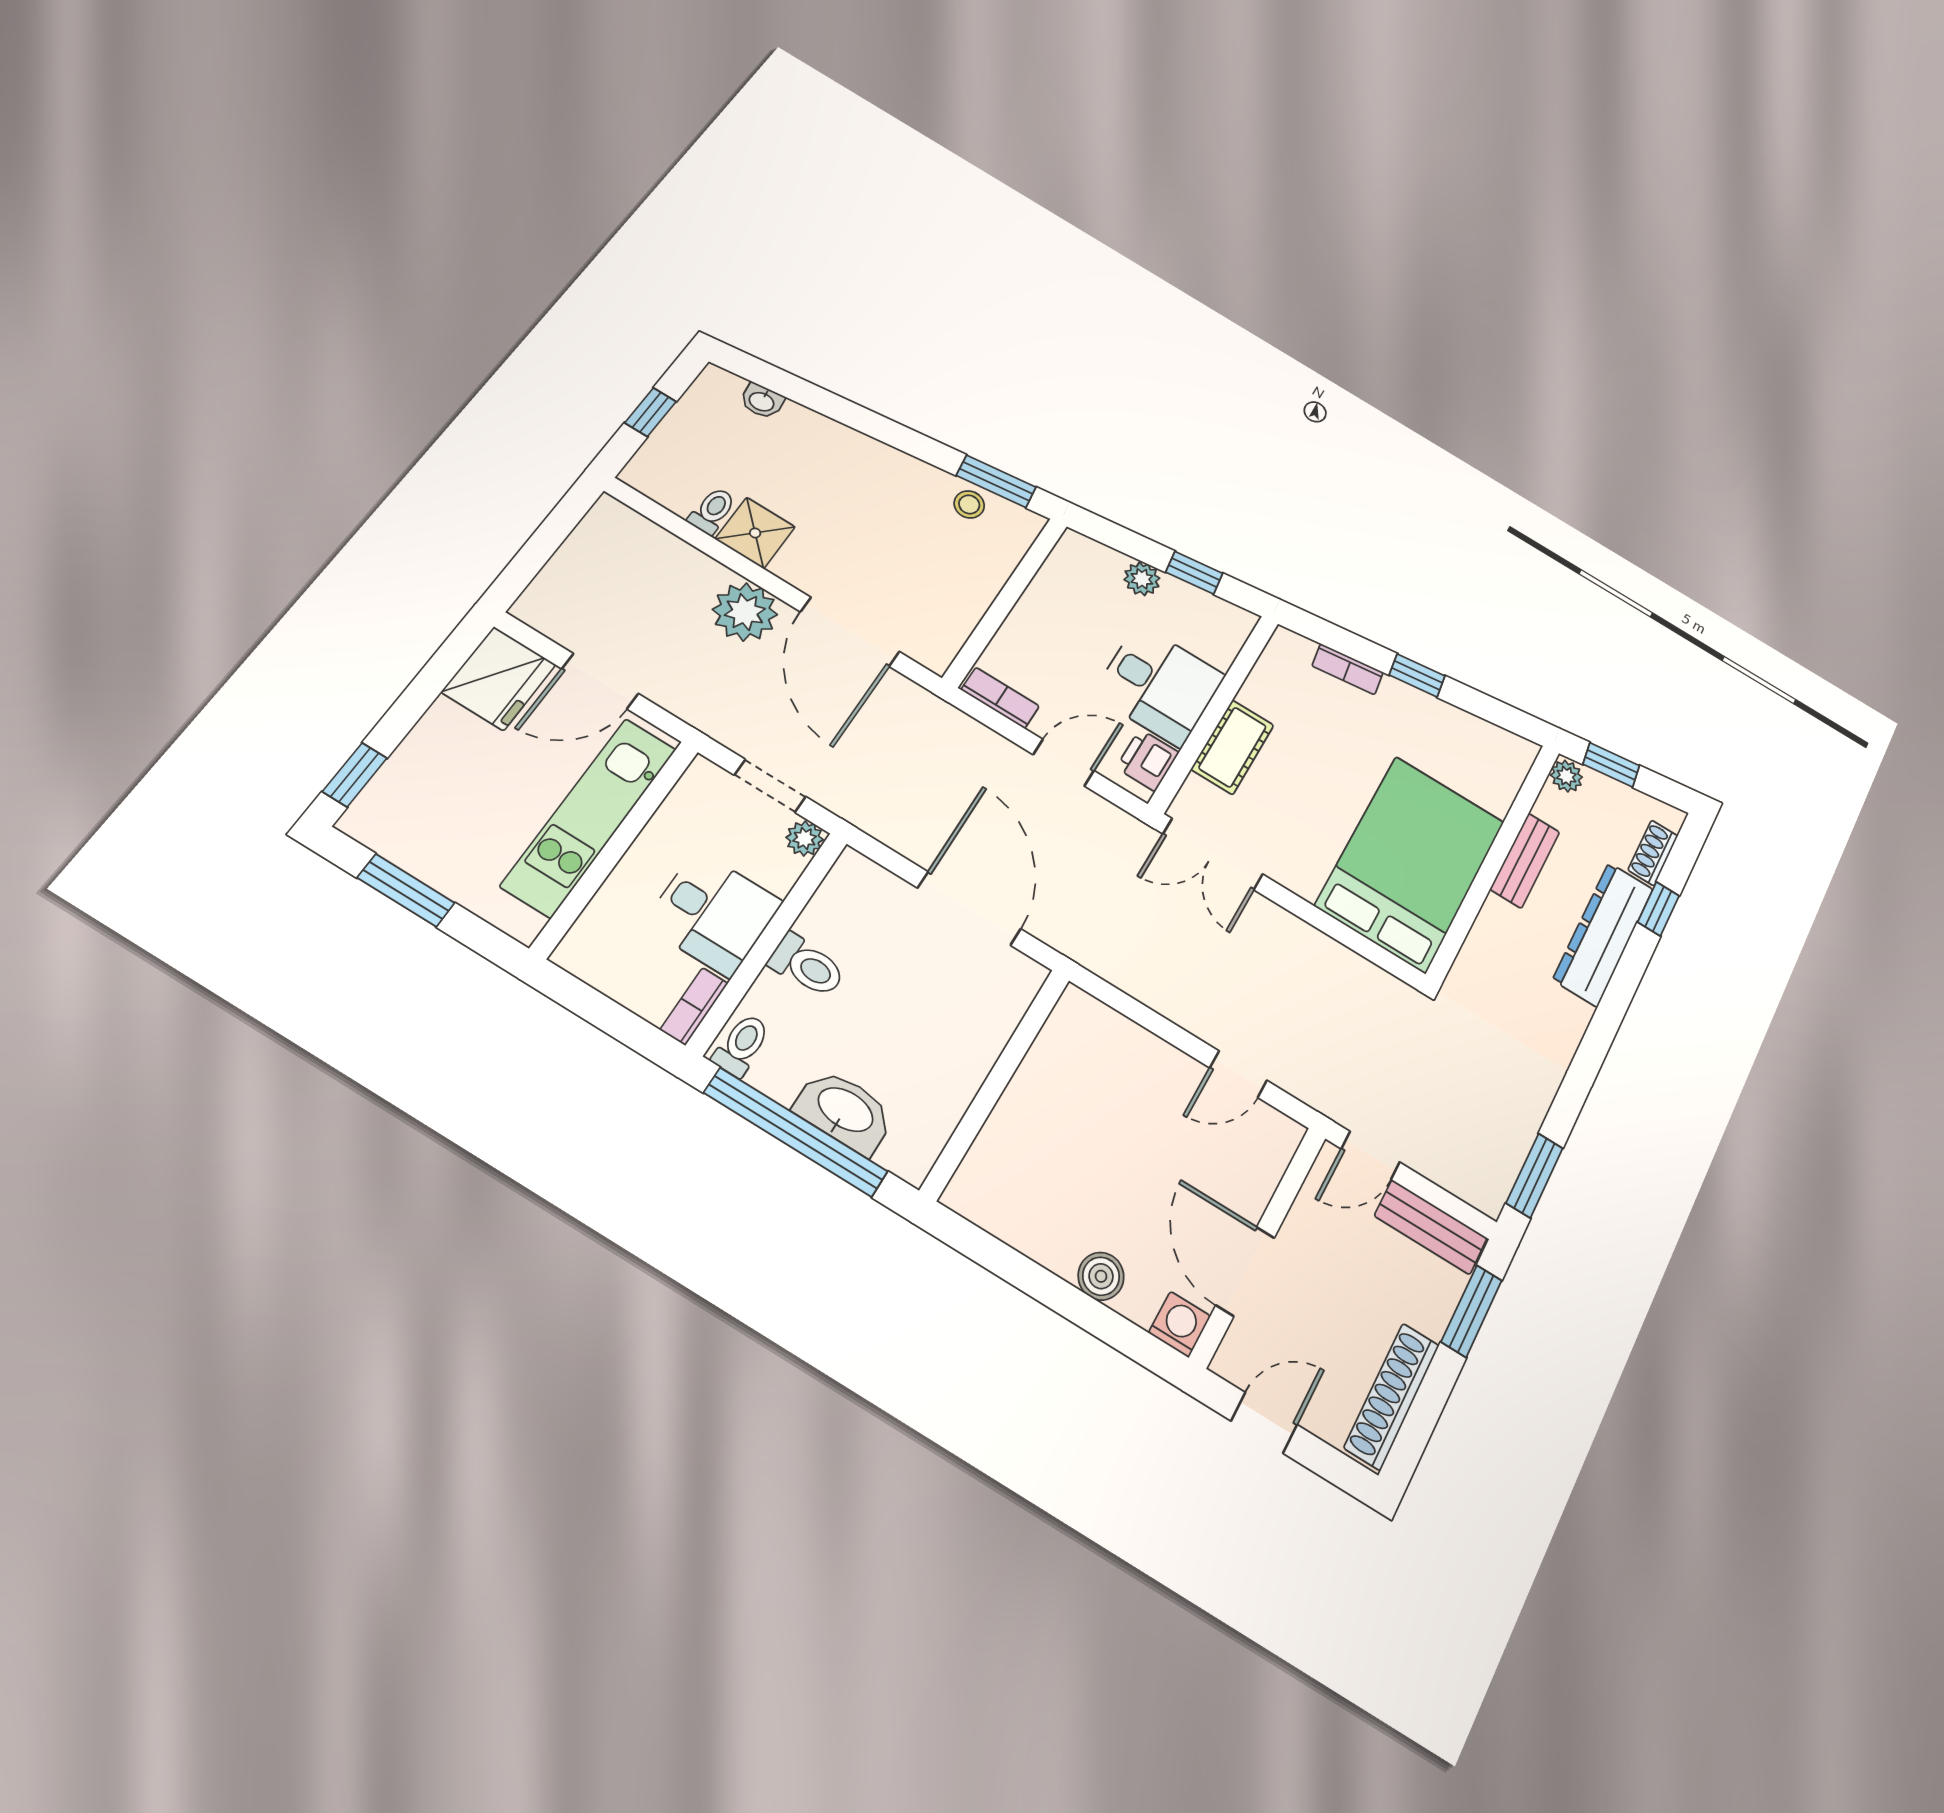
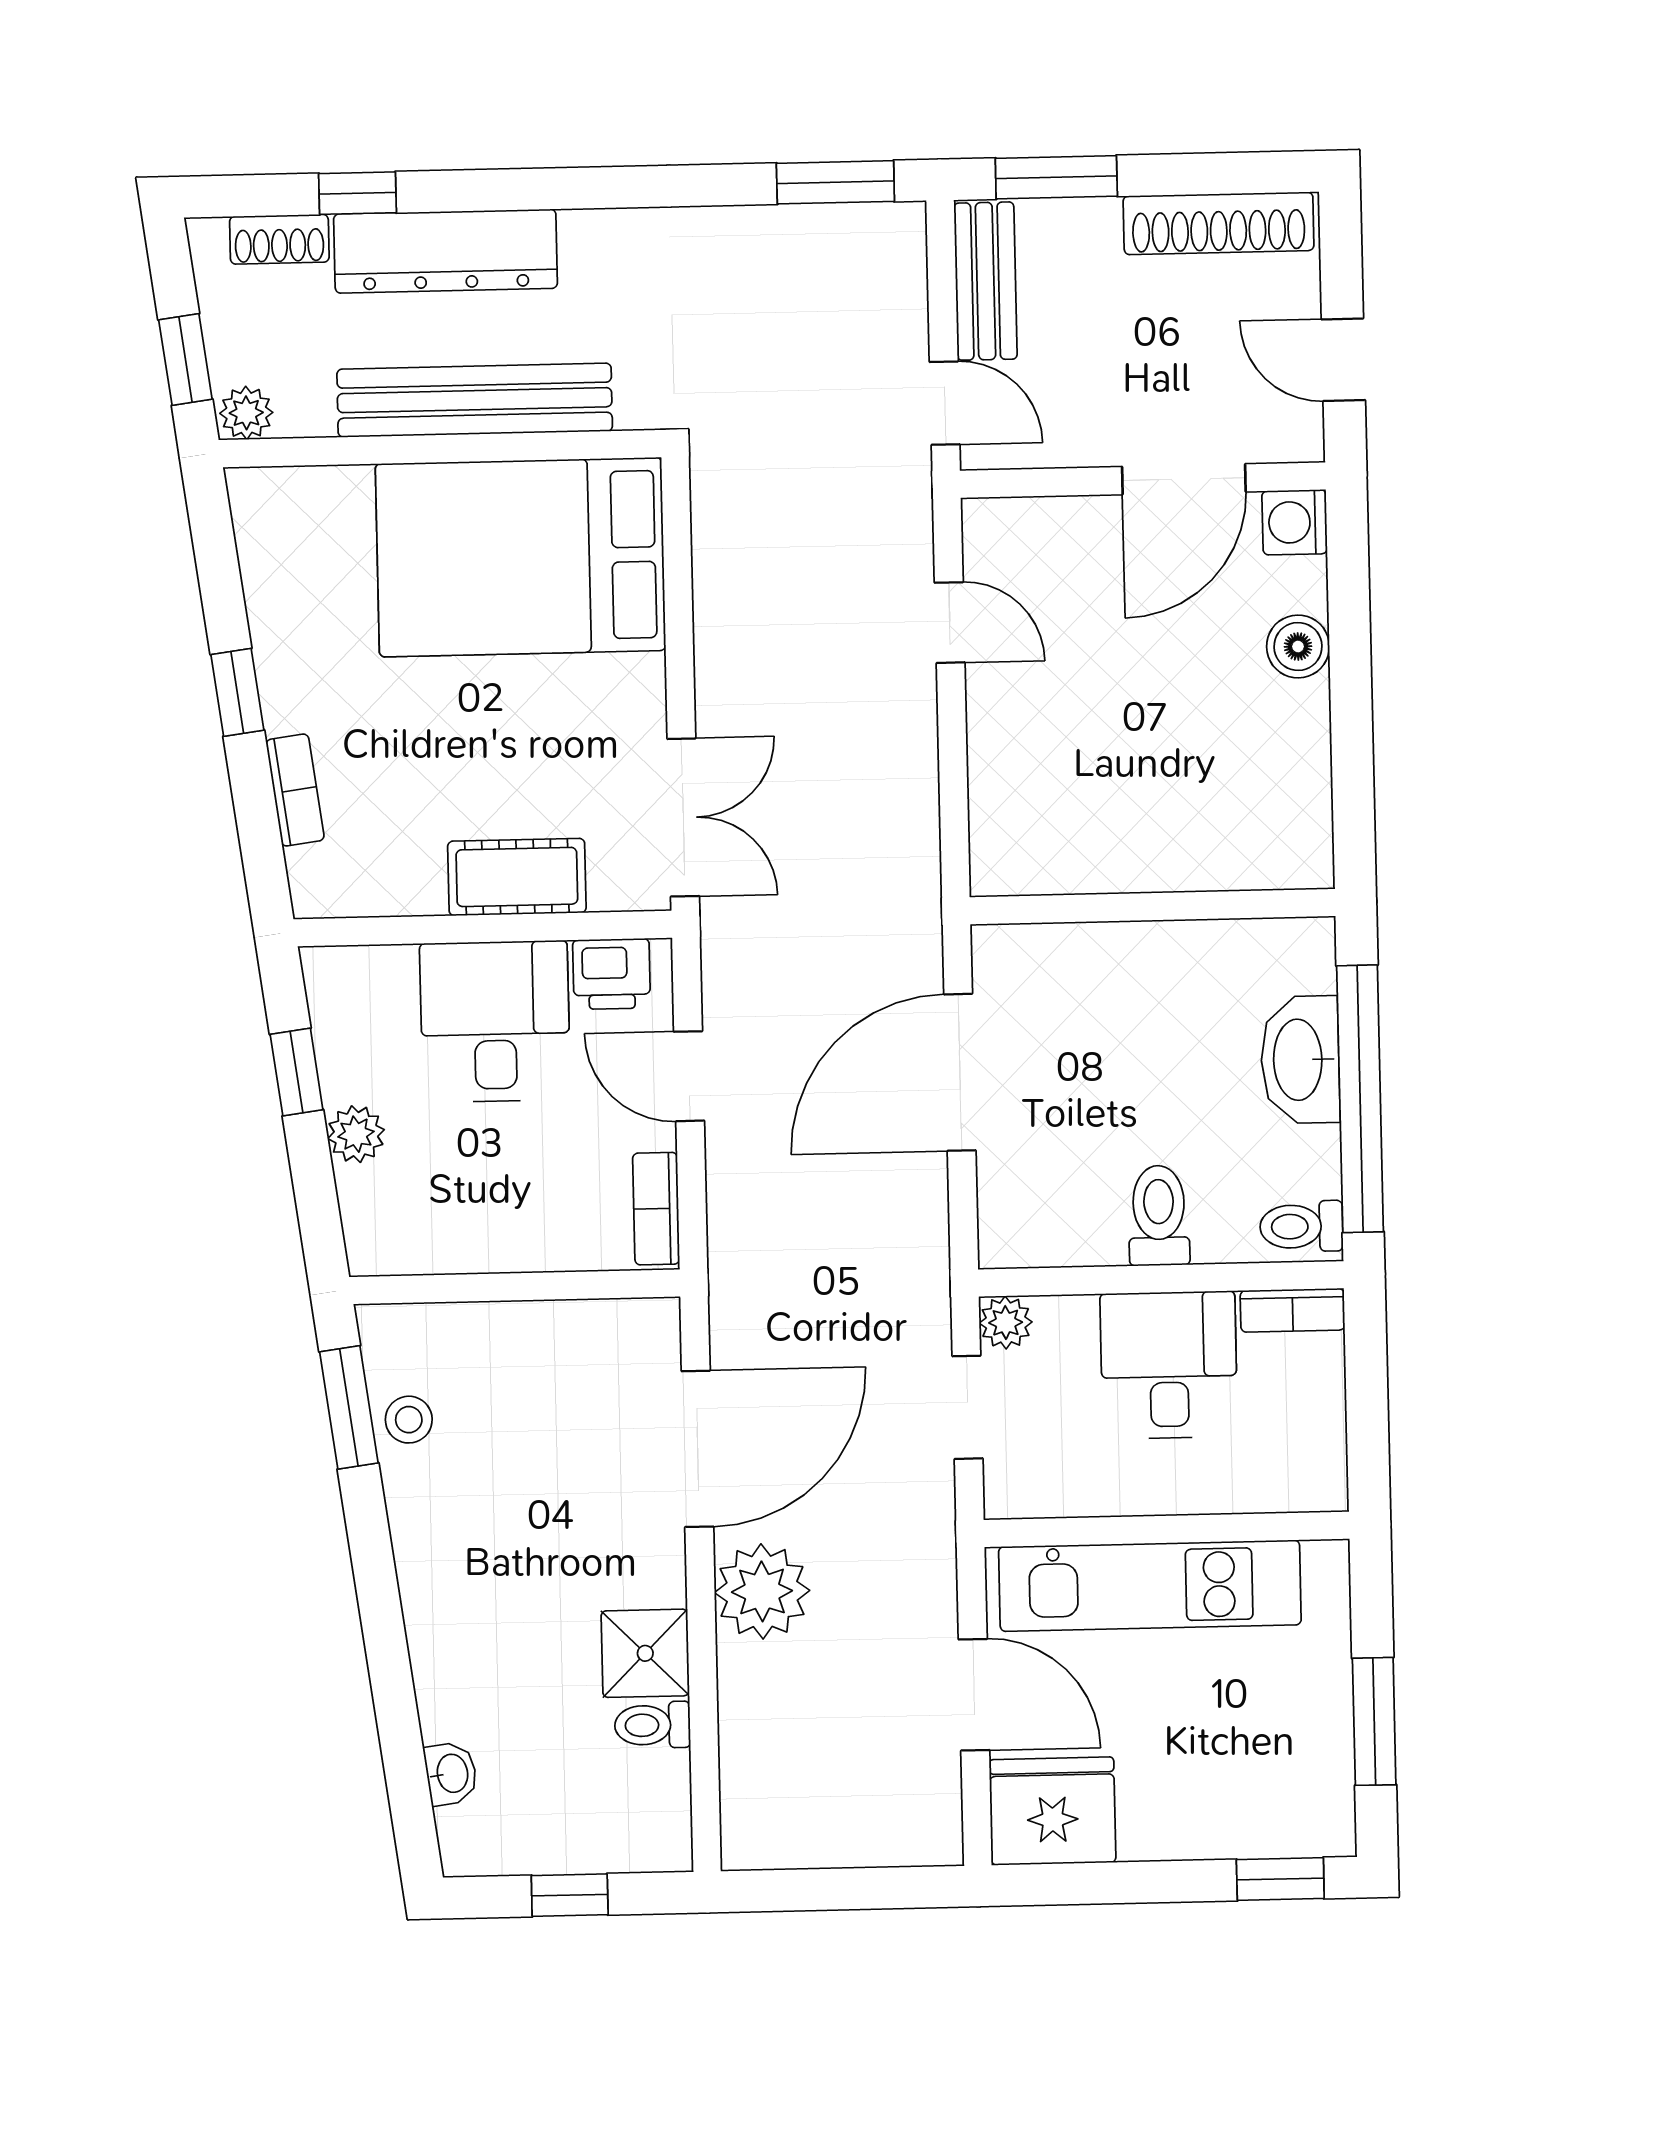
bench: (1525, 861) -> (475, 400), width x1.86, depth x1.21

